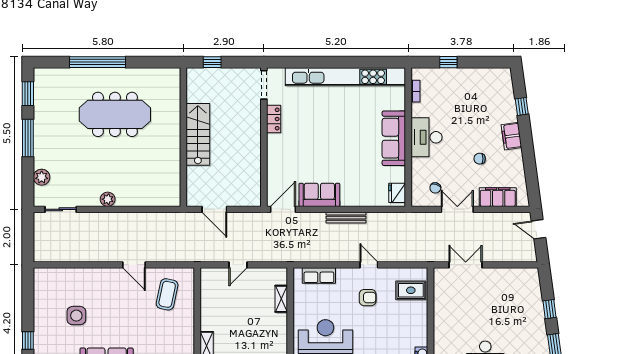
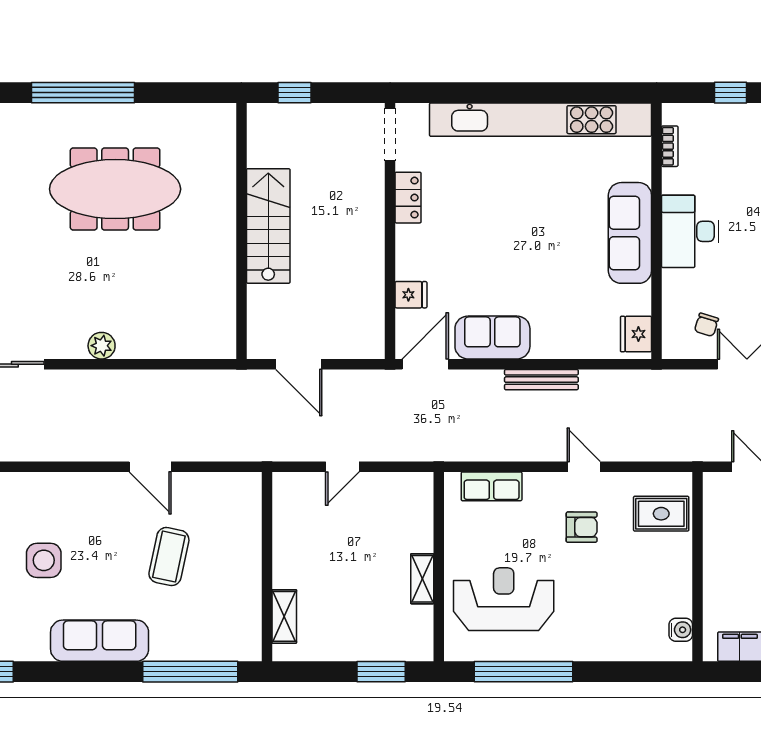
fridge: (275, 172) -> (411, 295), added
coffee table: (167, 294) -> (169, 557), moved
shelving: (281, 299) -> (422, 579), moved

